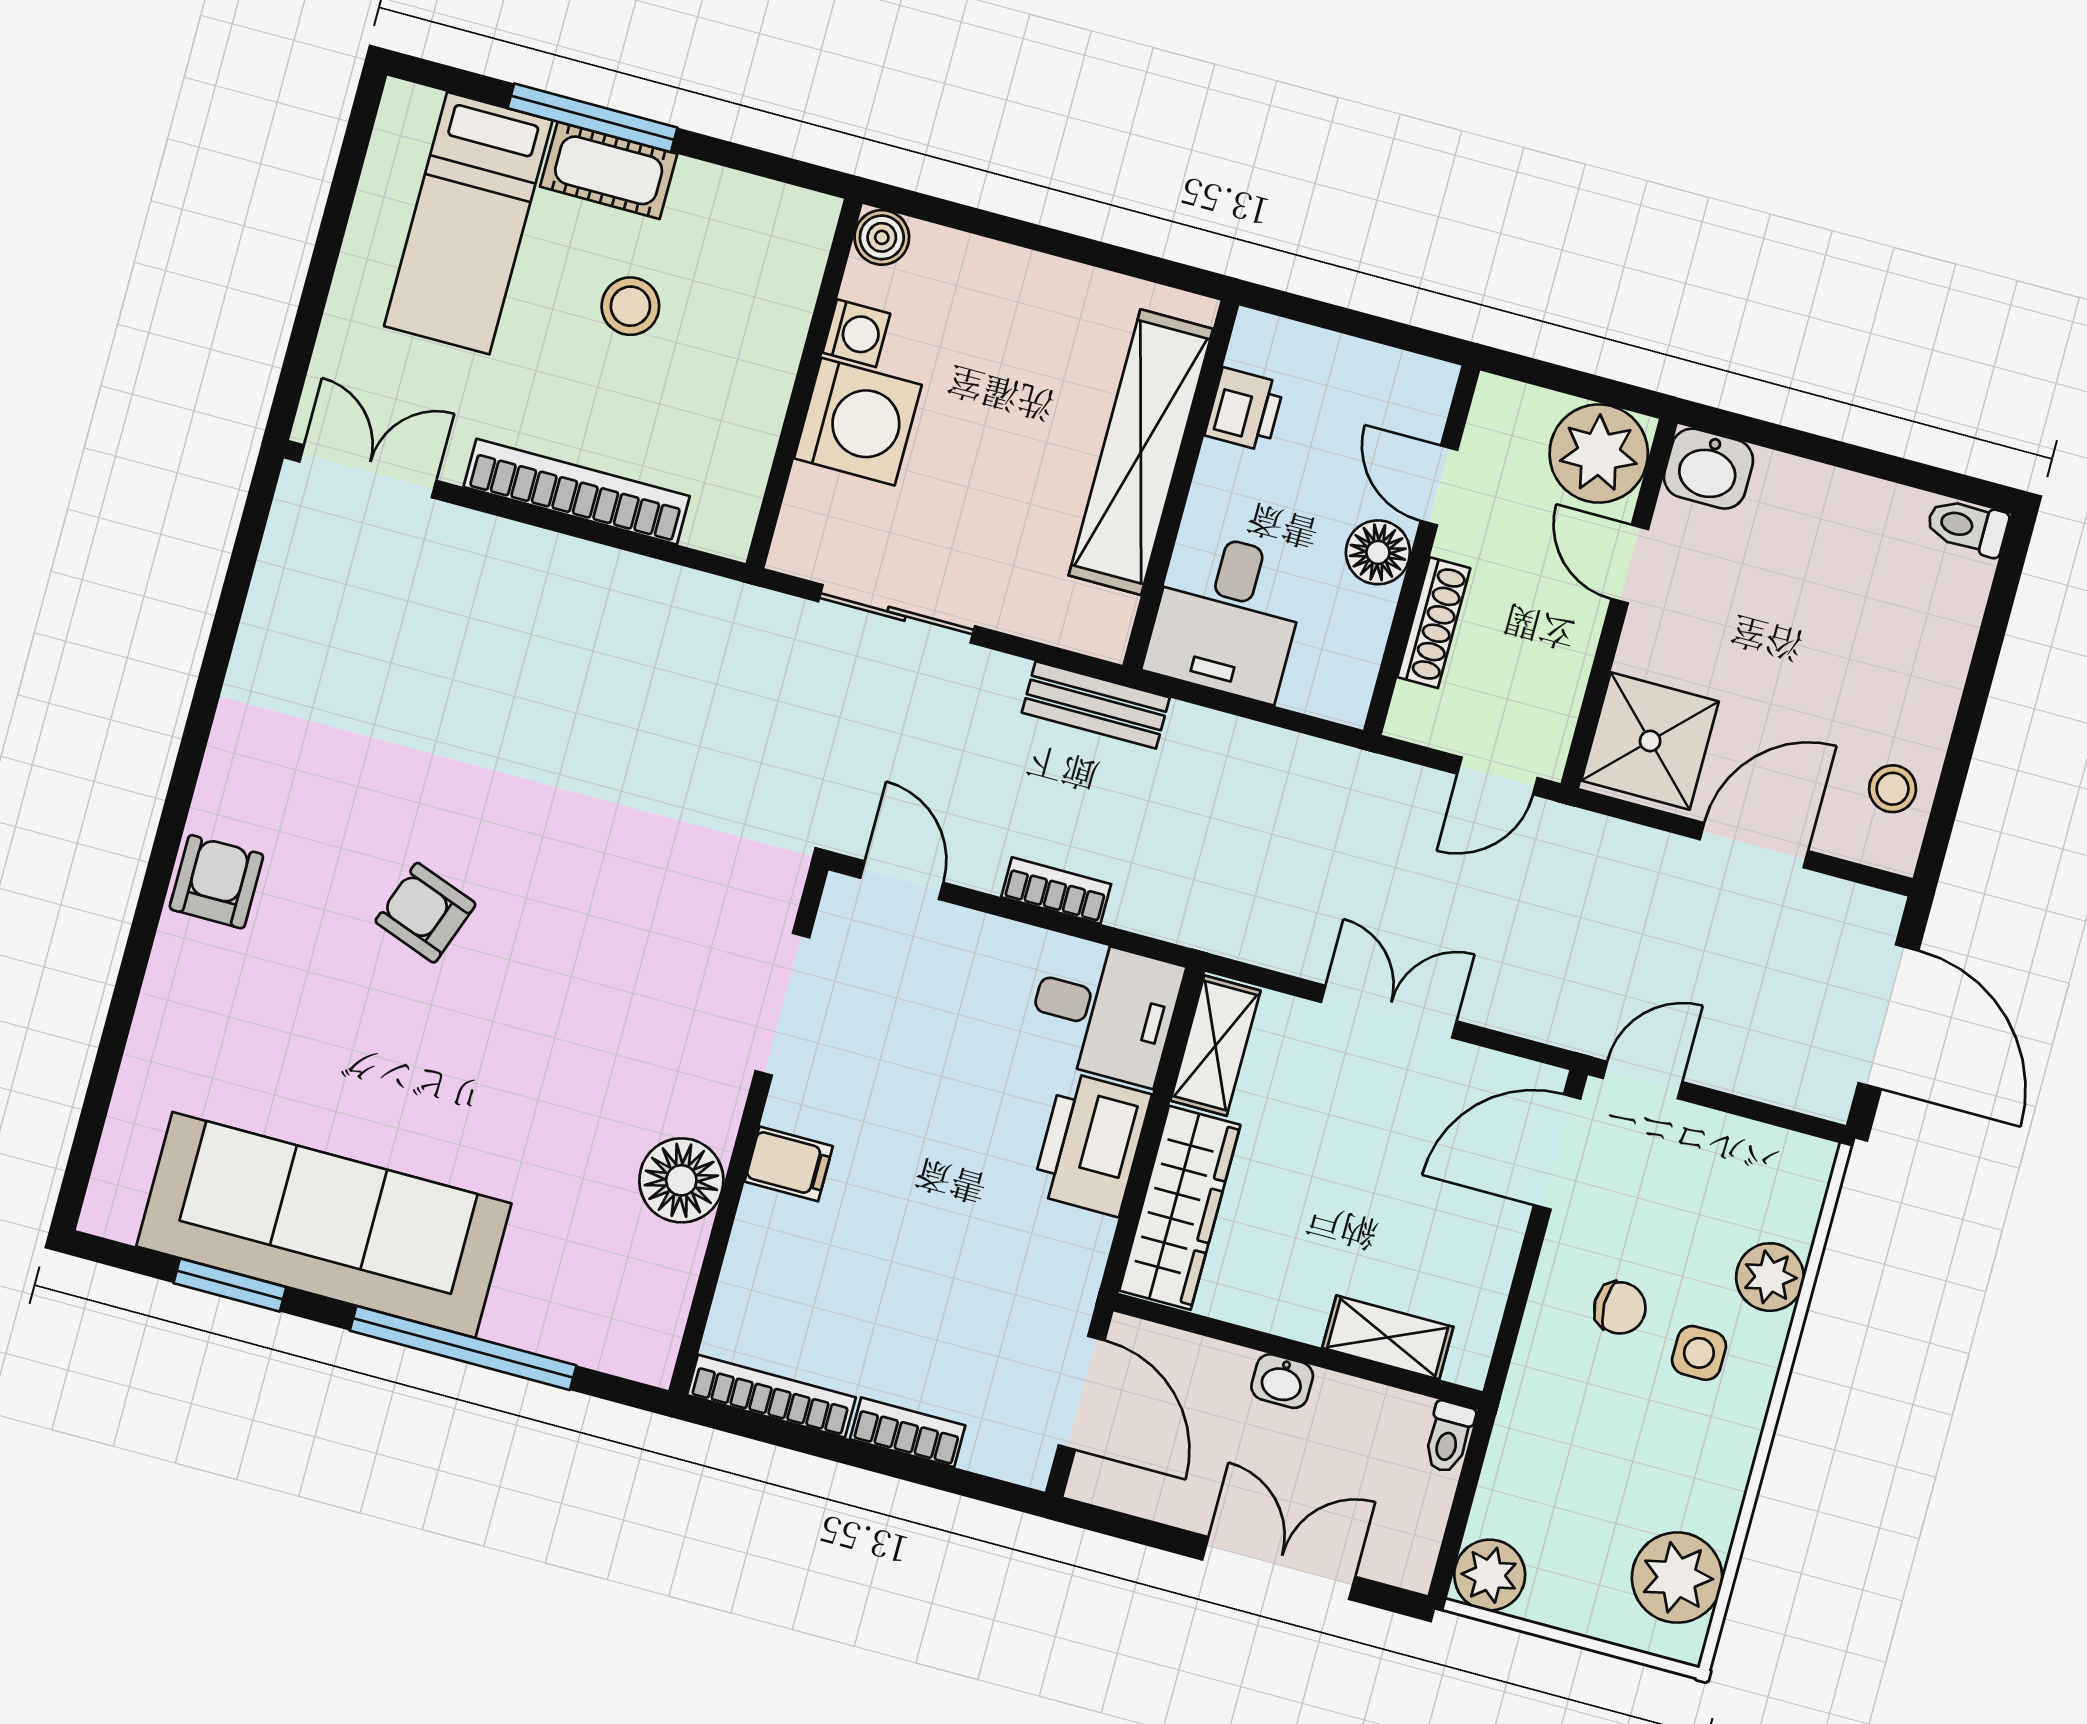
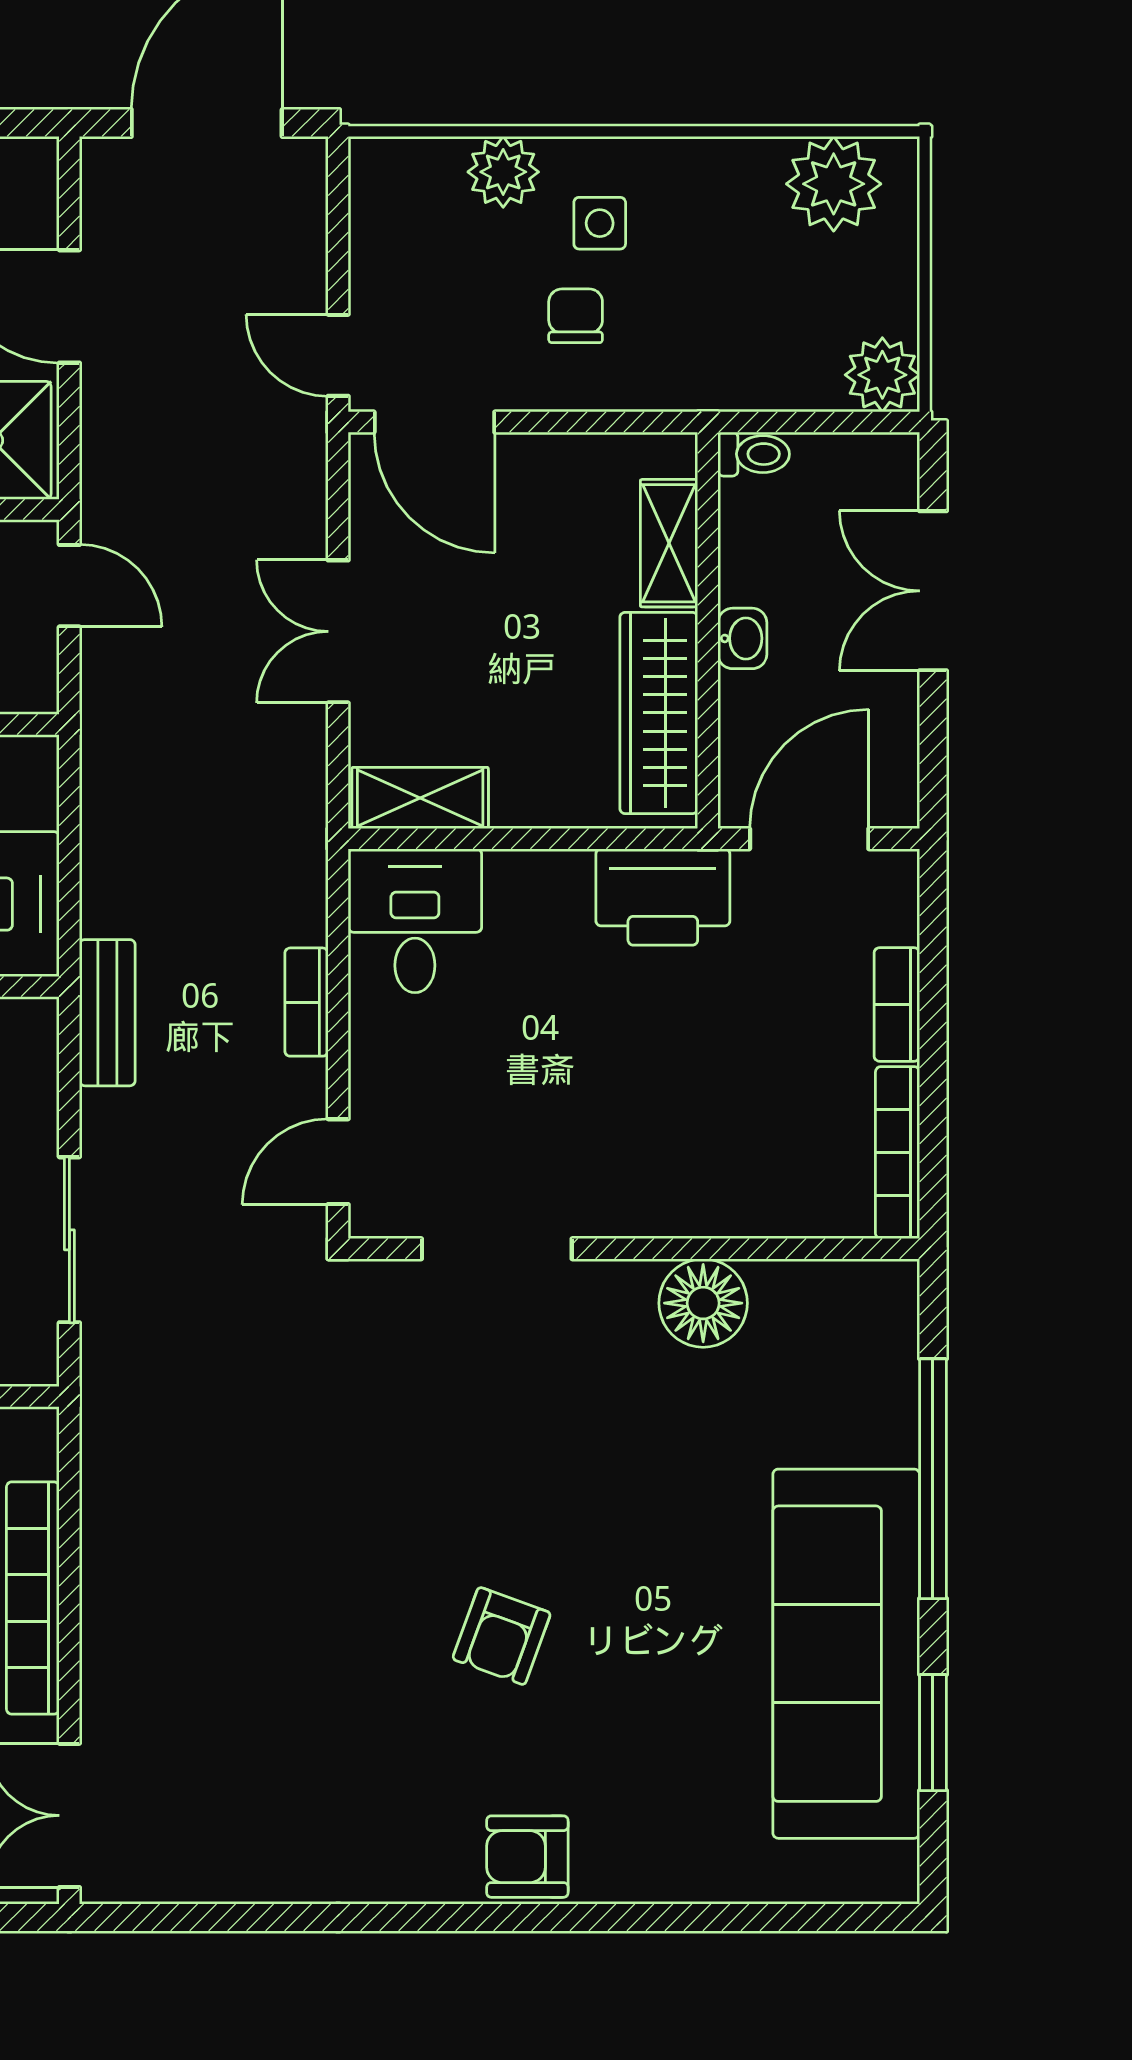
printer: (1091, 1144) -> (663, 897), moved
filing cabinet: (789, 1164) -> (657, 1199), removed
wardrobe: (1180, 1208) -> (659, 713), moved, turned -90

